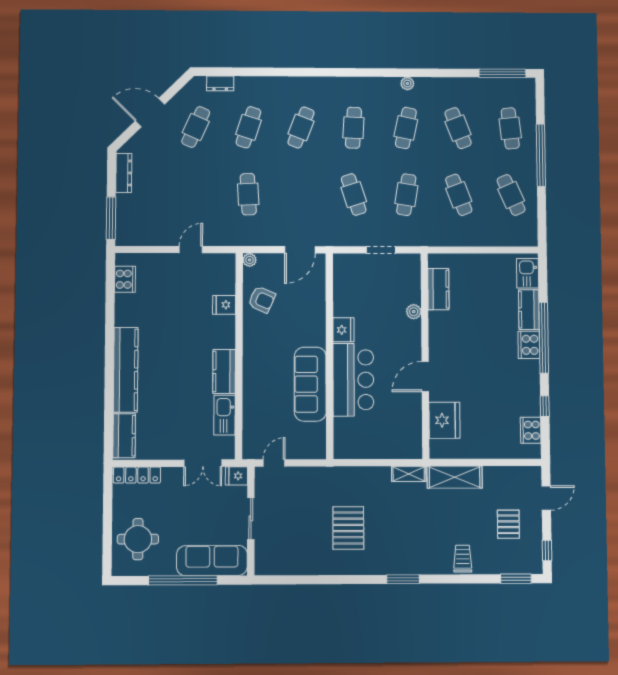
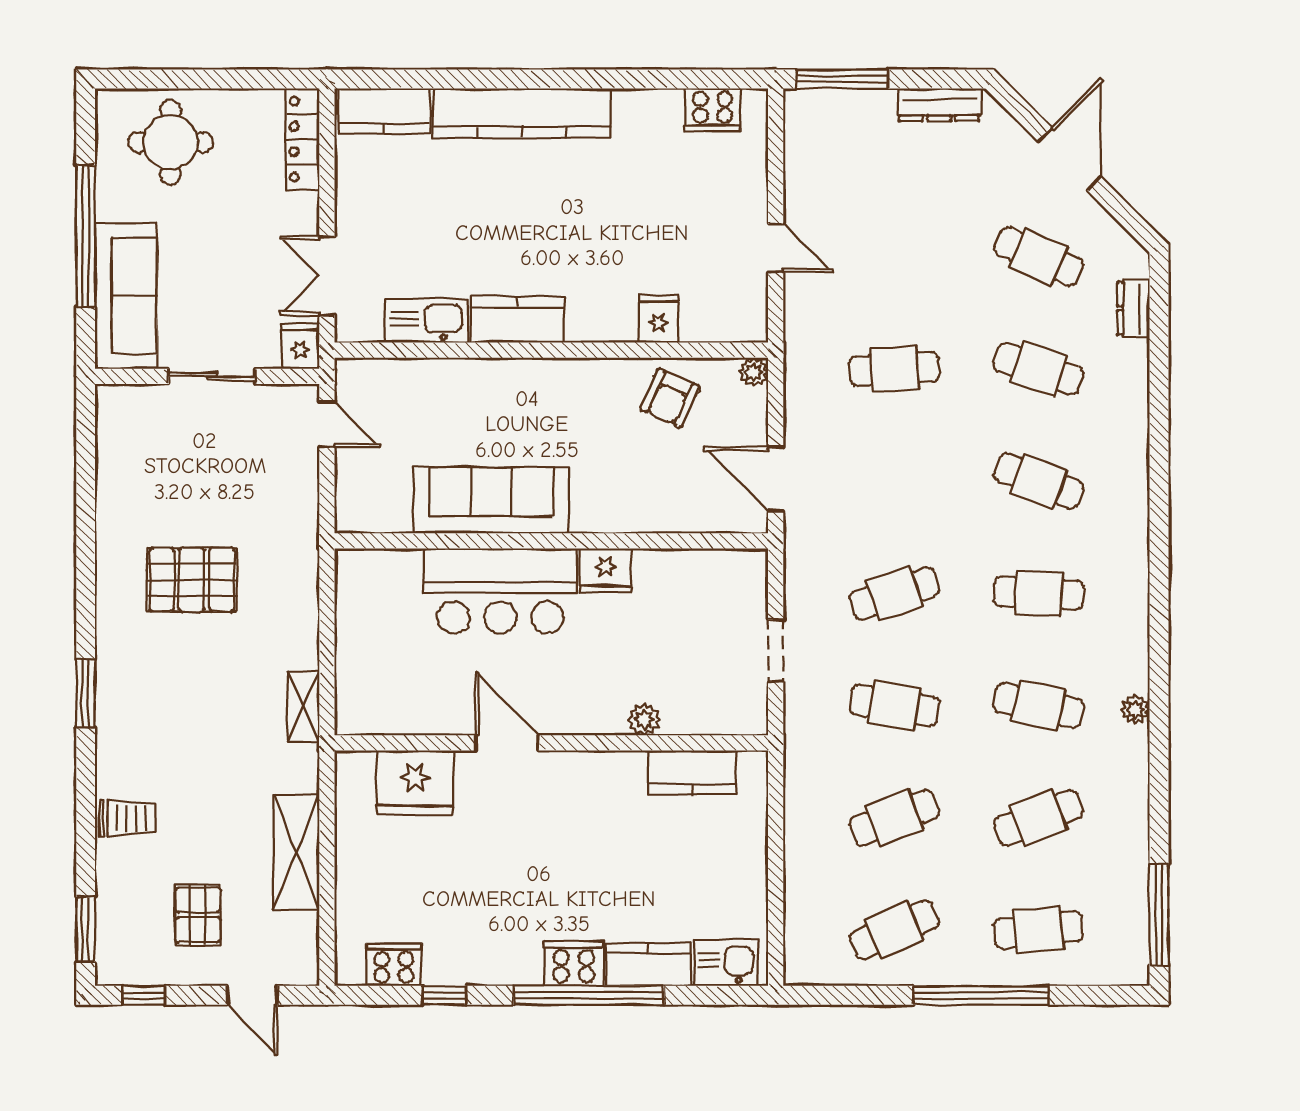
shelving: (455, 477) -> (296, 853), moved
pallet: (508, 524) -> (198, 915), turned 90

